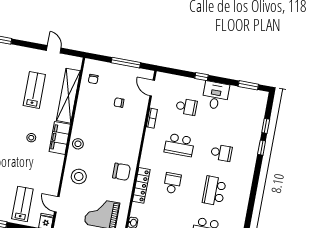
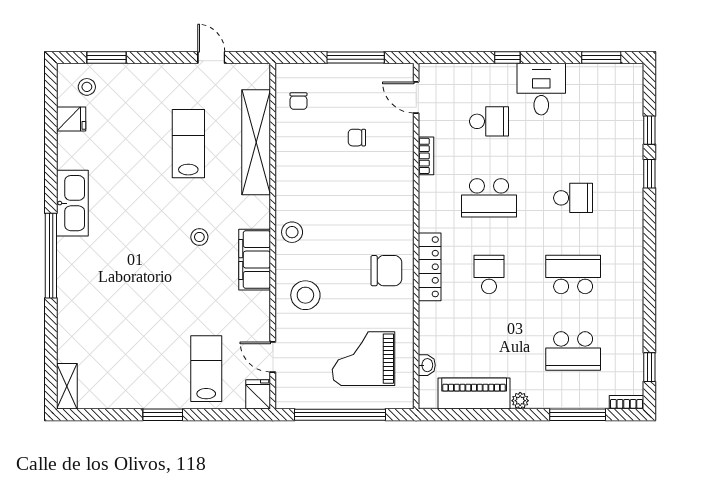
filing cabinet: (60, 138) -> (255, 260), moved
locker: (141, 185) -> (430, 267), moved
school desk: (214, 191) -> (573, 274), turned 90

